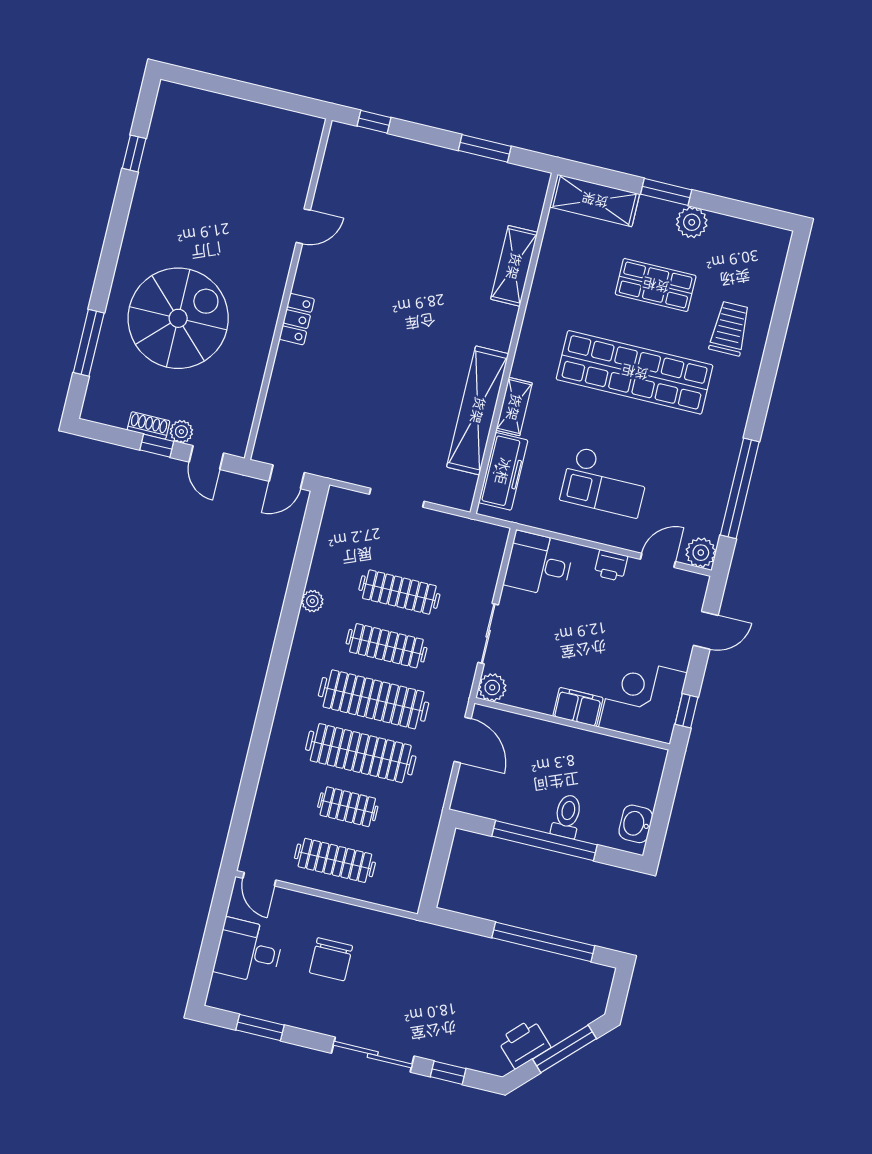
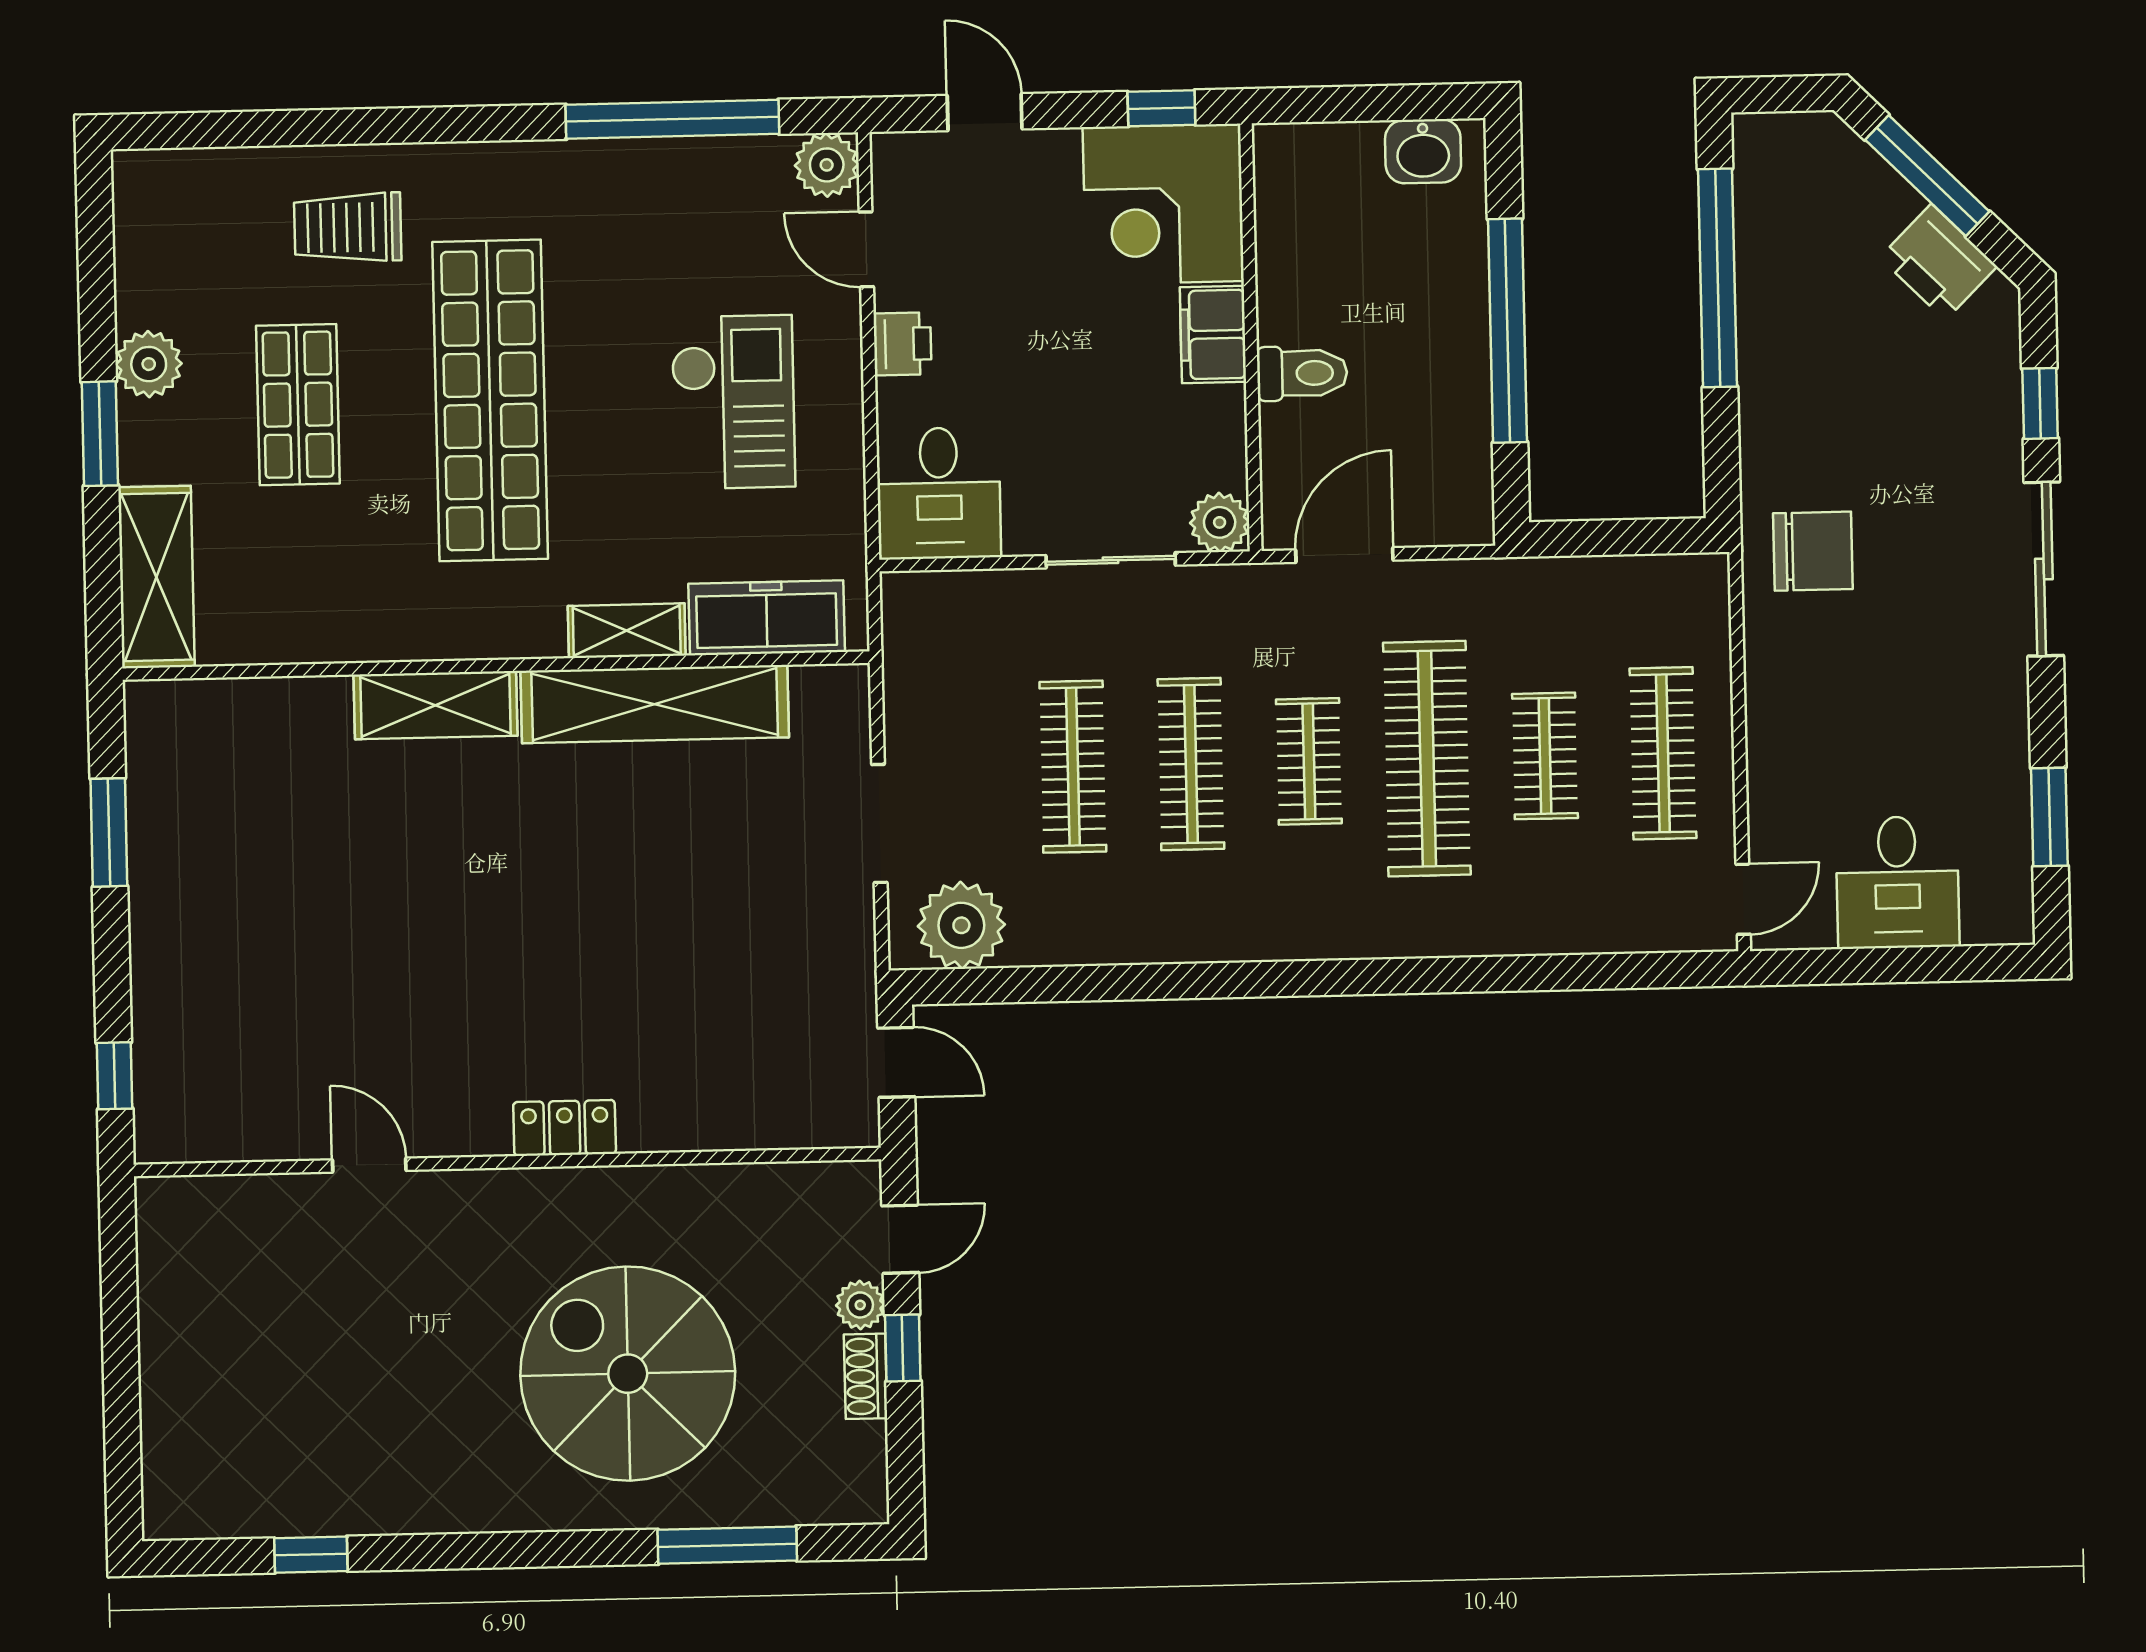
shelving: (514, 266) -> (435, 705), moved
plant: (312, 601) -> (961, 925), moved, width x1.88, depth x1.88
clothes rail: (374, 699) -> (1309, 761), width x0.54, depth x0.76
toilet: (567, 816) -> (1302, 373), moved, turned 180
chair: (331, 959) -> (1813, 551), moved

